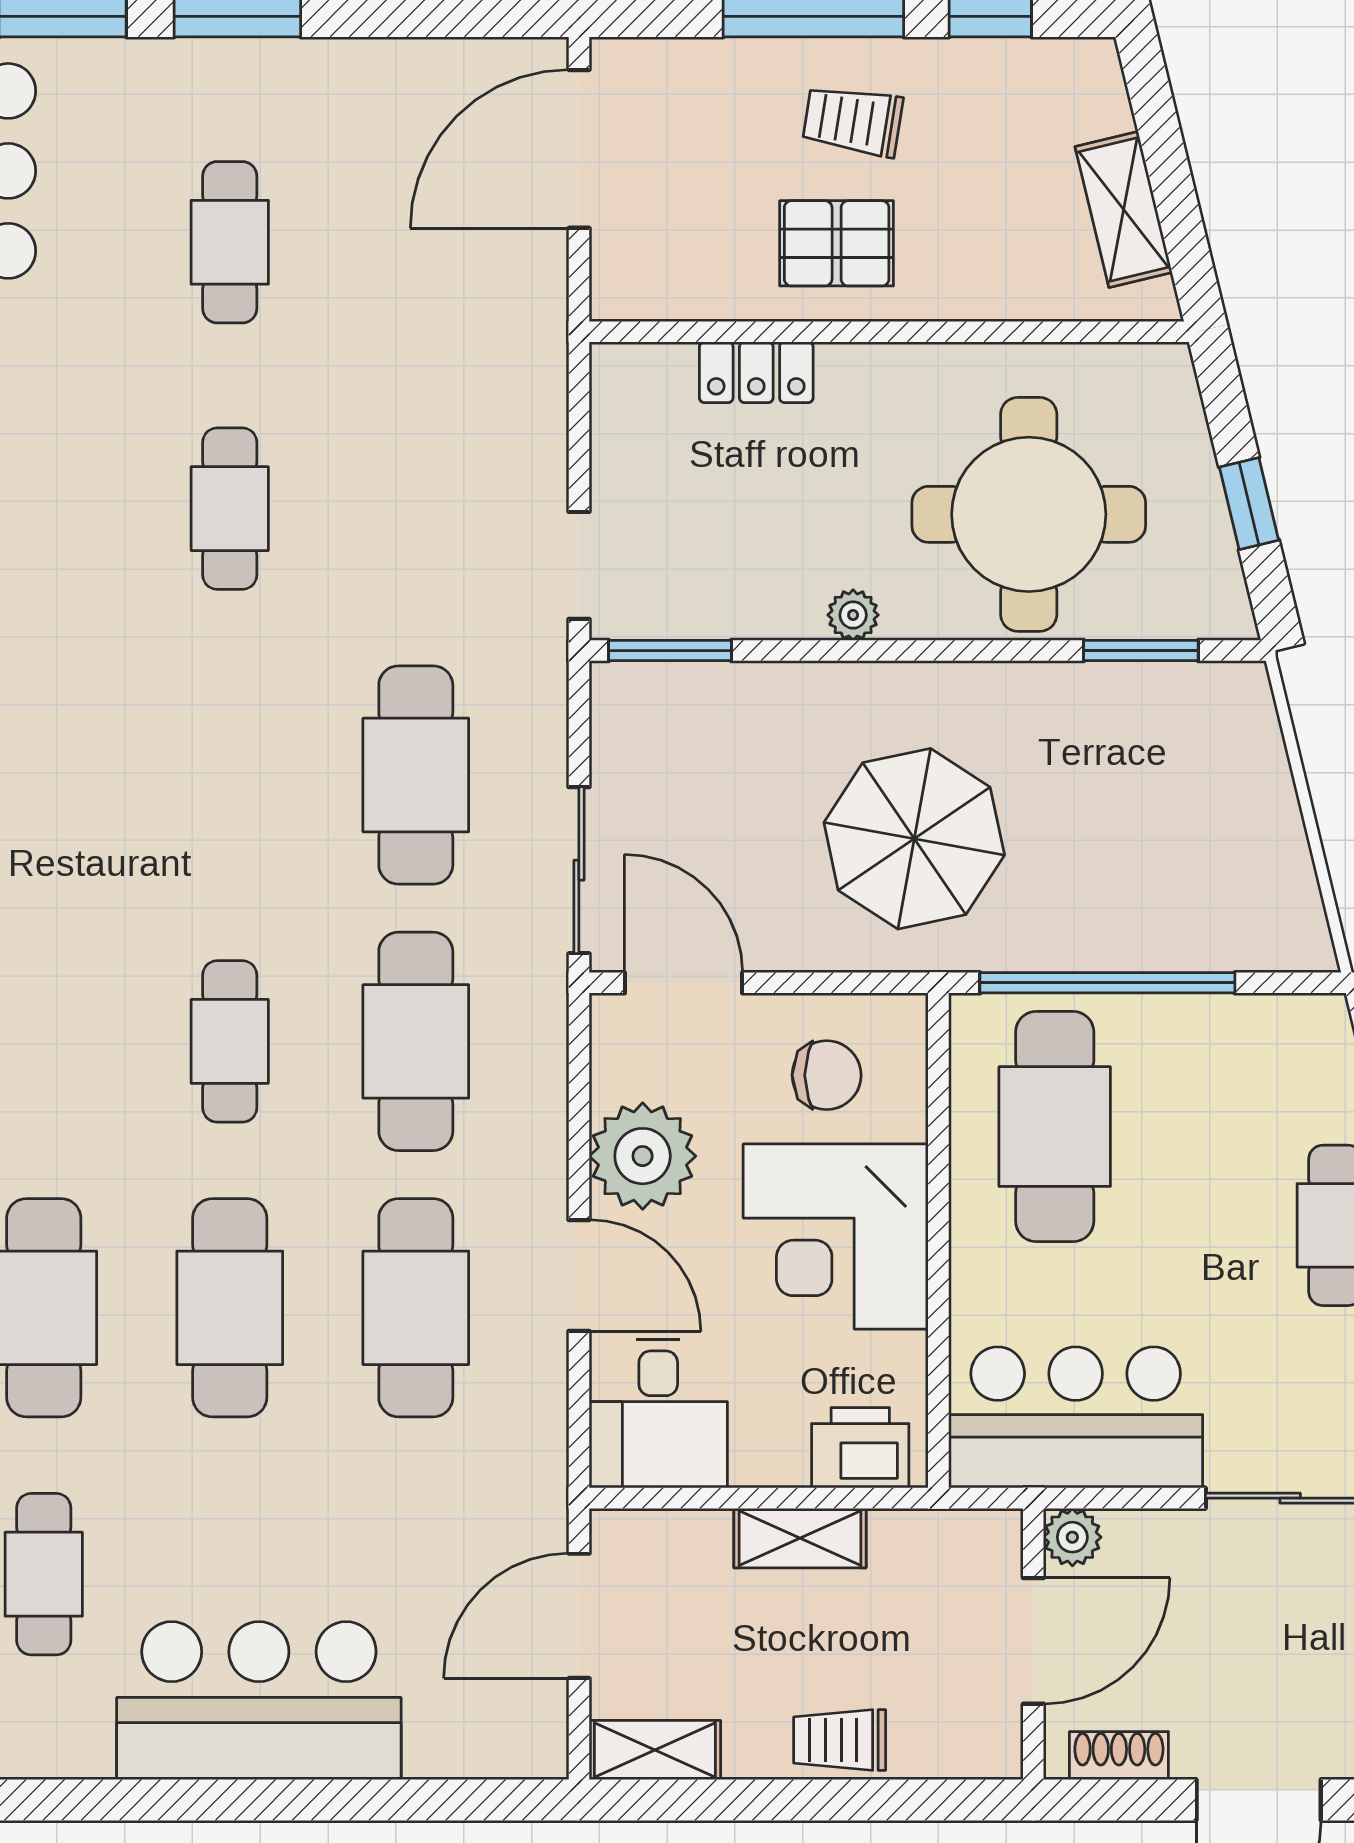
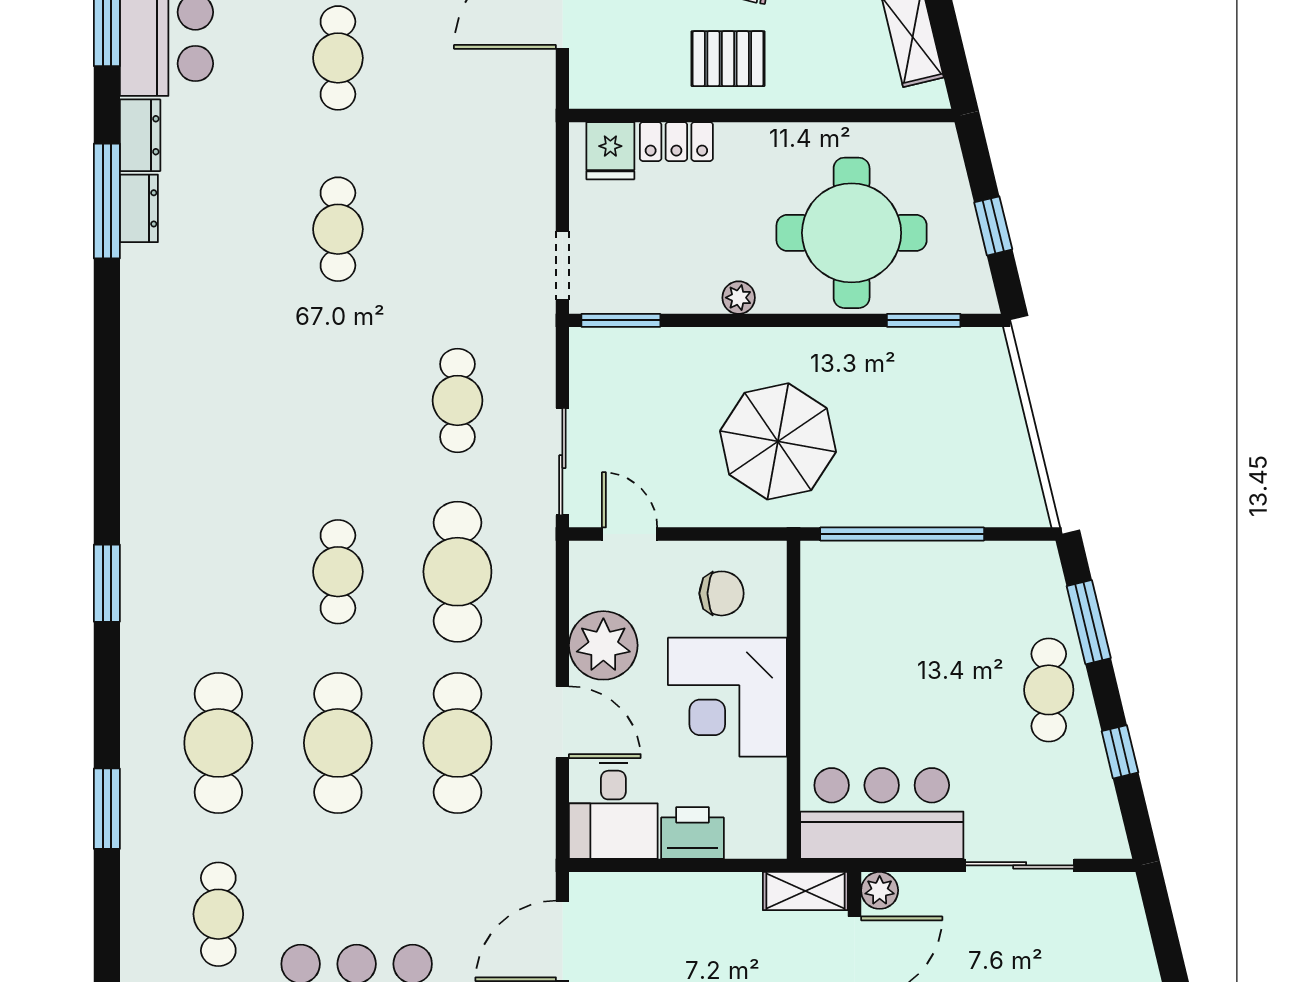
fridge: (653, 387) -> (610, 151), added
cafe table: (416, 775) -> (457, 400), width x0.73, depth x0.74
door: (683, 983) -> (630, 534), width x0.73
cafe table: (1055, 1127) -> (868, 626), removed
printer: (860, 1448) -> (693, 833), moved
shelving: (800, 1538) -> (805, 891), moved

